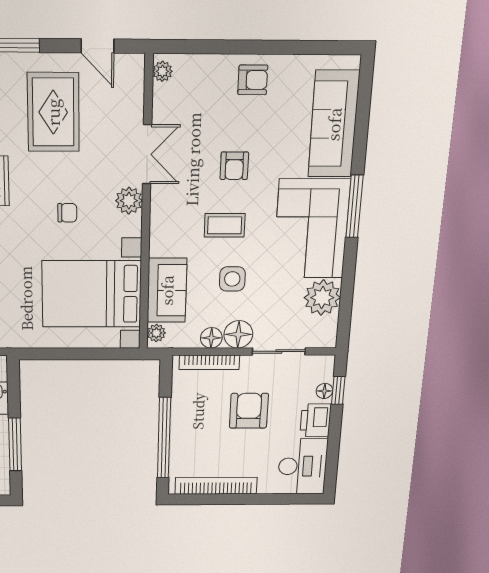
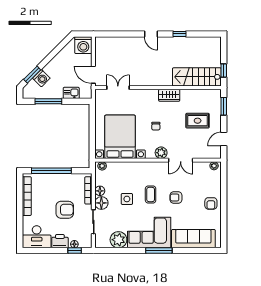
rug: (53, 112) -> (198, 121), width x0.73, depth x0.70
sofa: (167, 290) -> (122, 170), removed

